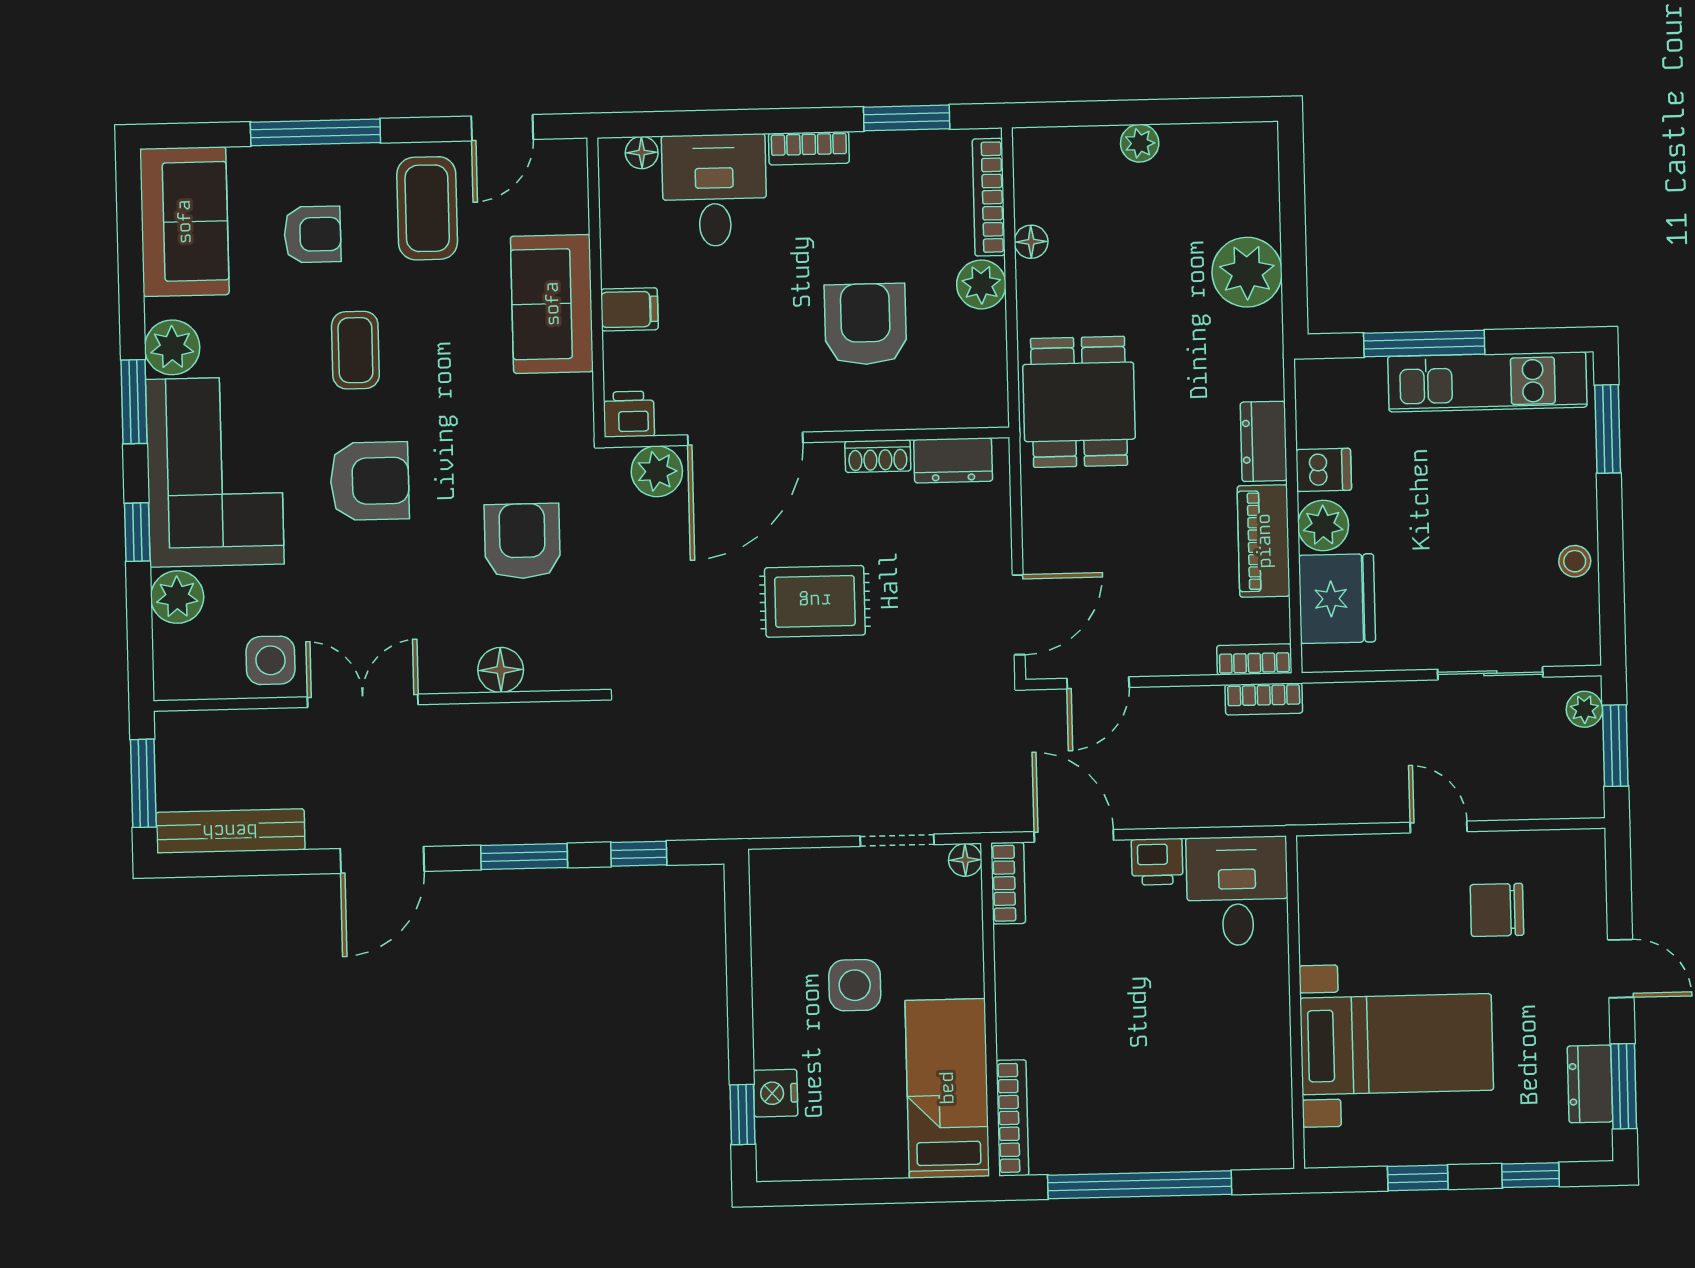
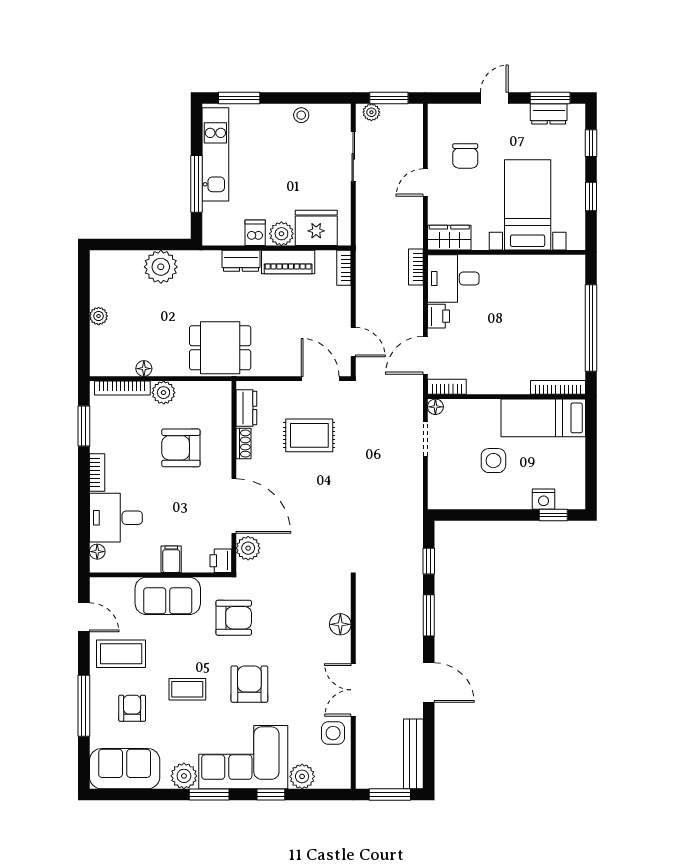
armchair: (522, 541) -> (234, 618), moved, turned 180
rug: (815, 601) -> (309, 435), moved, turned 90
bookcase: (1264, 699) -> (416, 267), moved, turned 180
wardrobe: (1323, 880) -> (449, 238), added

